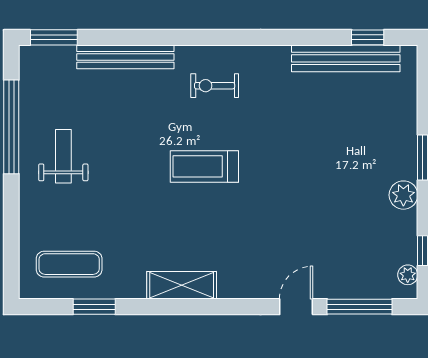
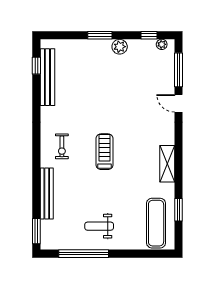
treadmill: (204, 166) -> (104, 152), turned 180
exercise mat: (69, 264) -> (156, 223), width x1.36, depth x1.45

